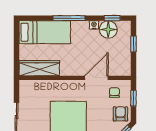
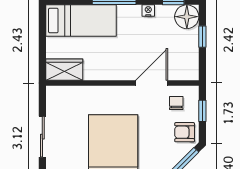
floor lamp: (108, 29) -> (187, 17), moved
wardrobe: (39, 68) -> (64, 70), width x0.67
armchair: (120, 114) -> (185, 132), turned -90

